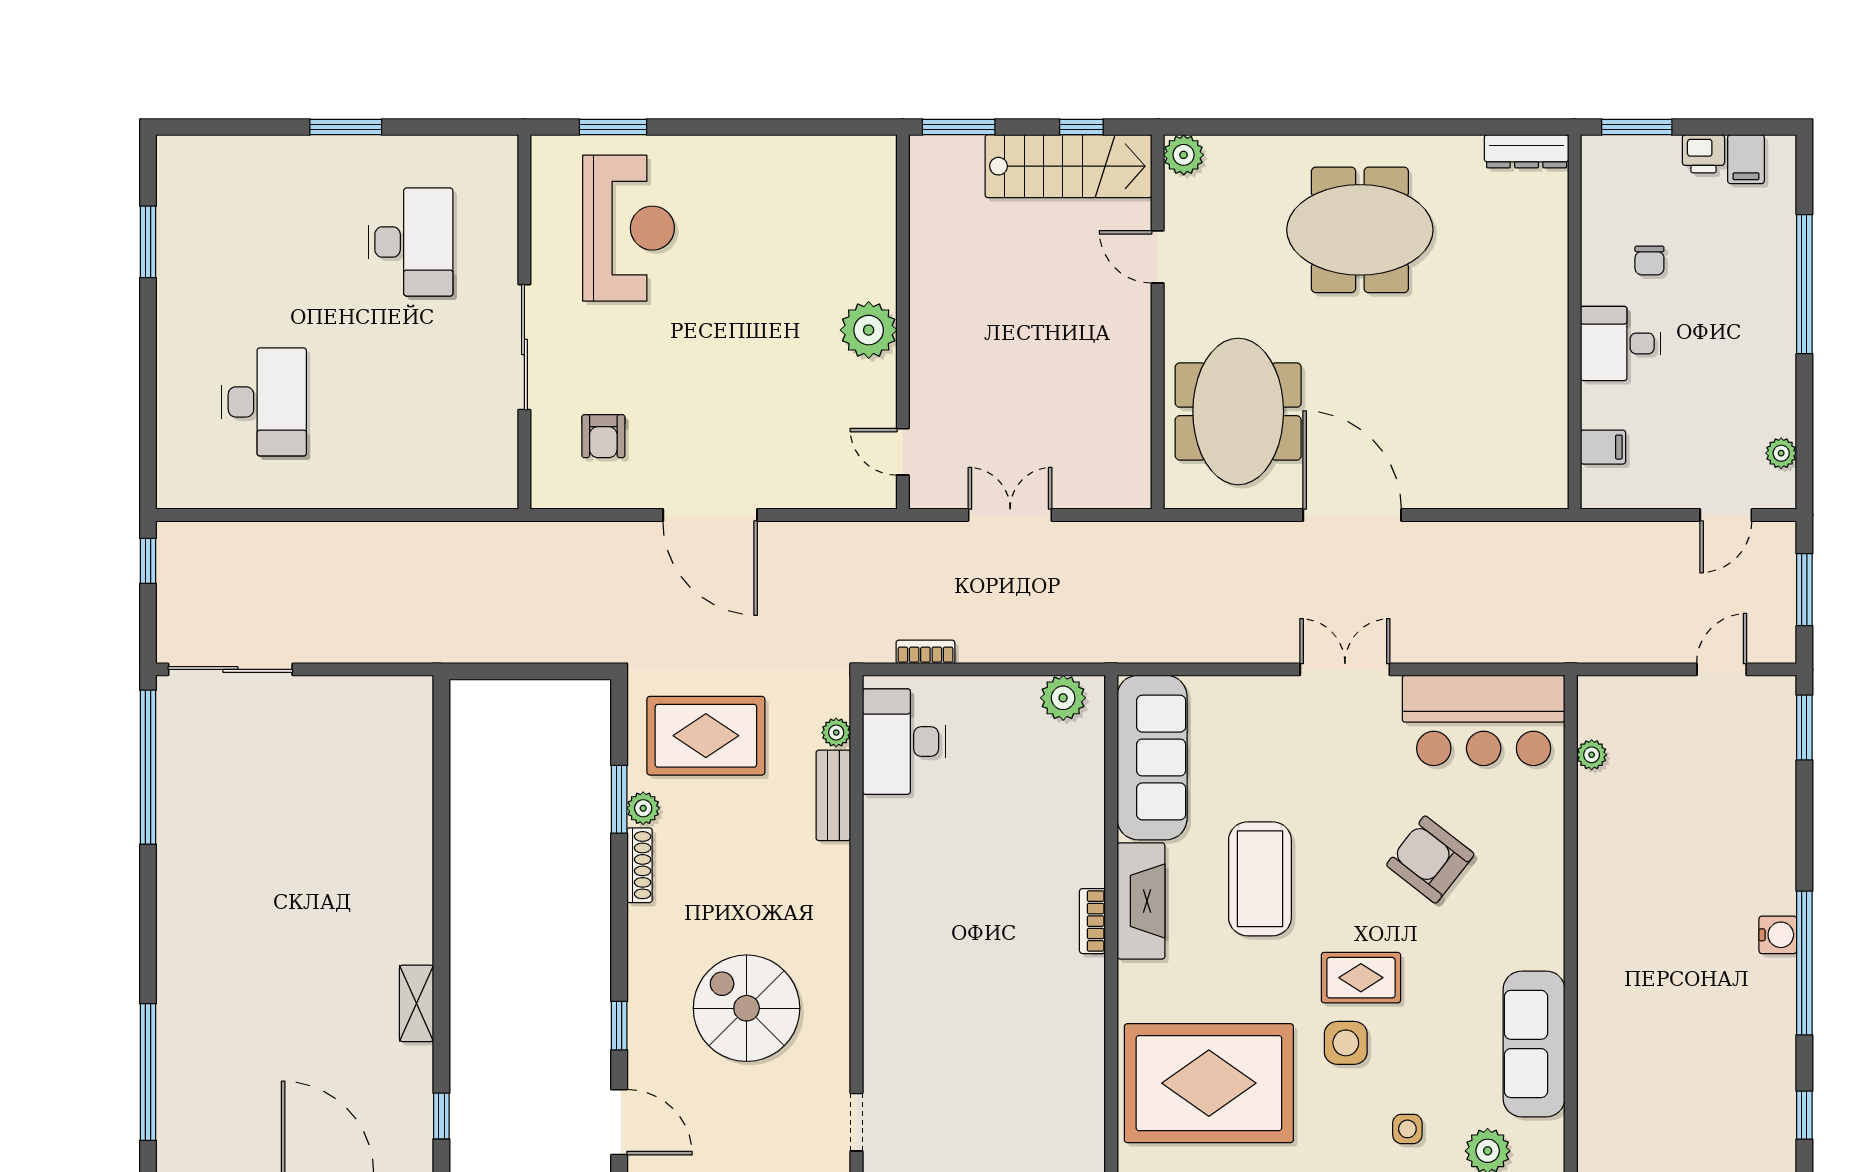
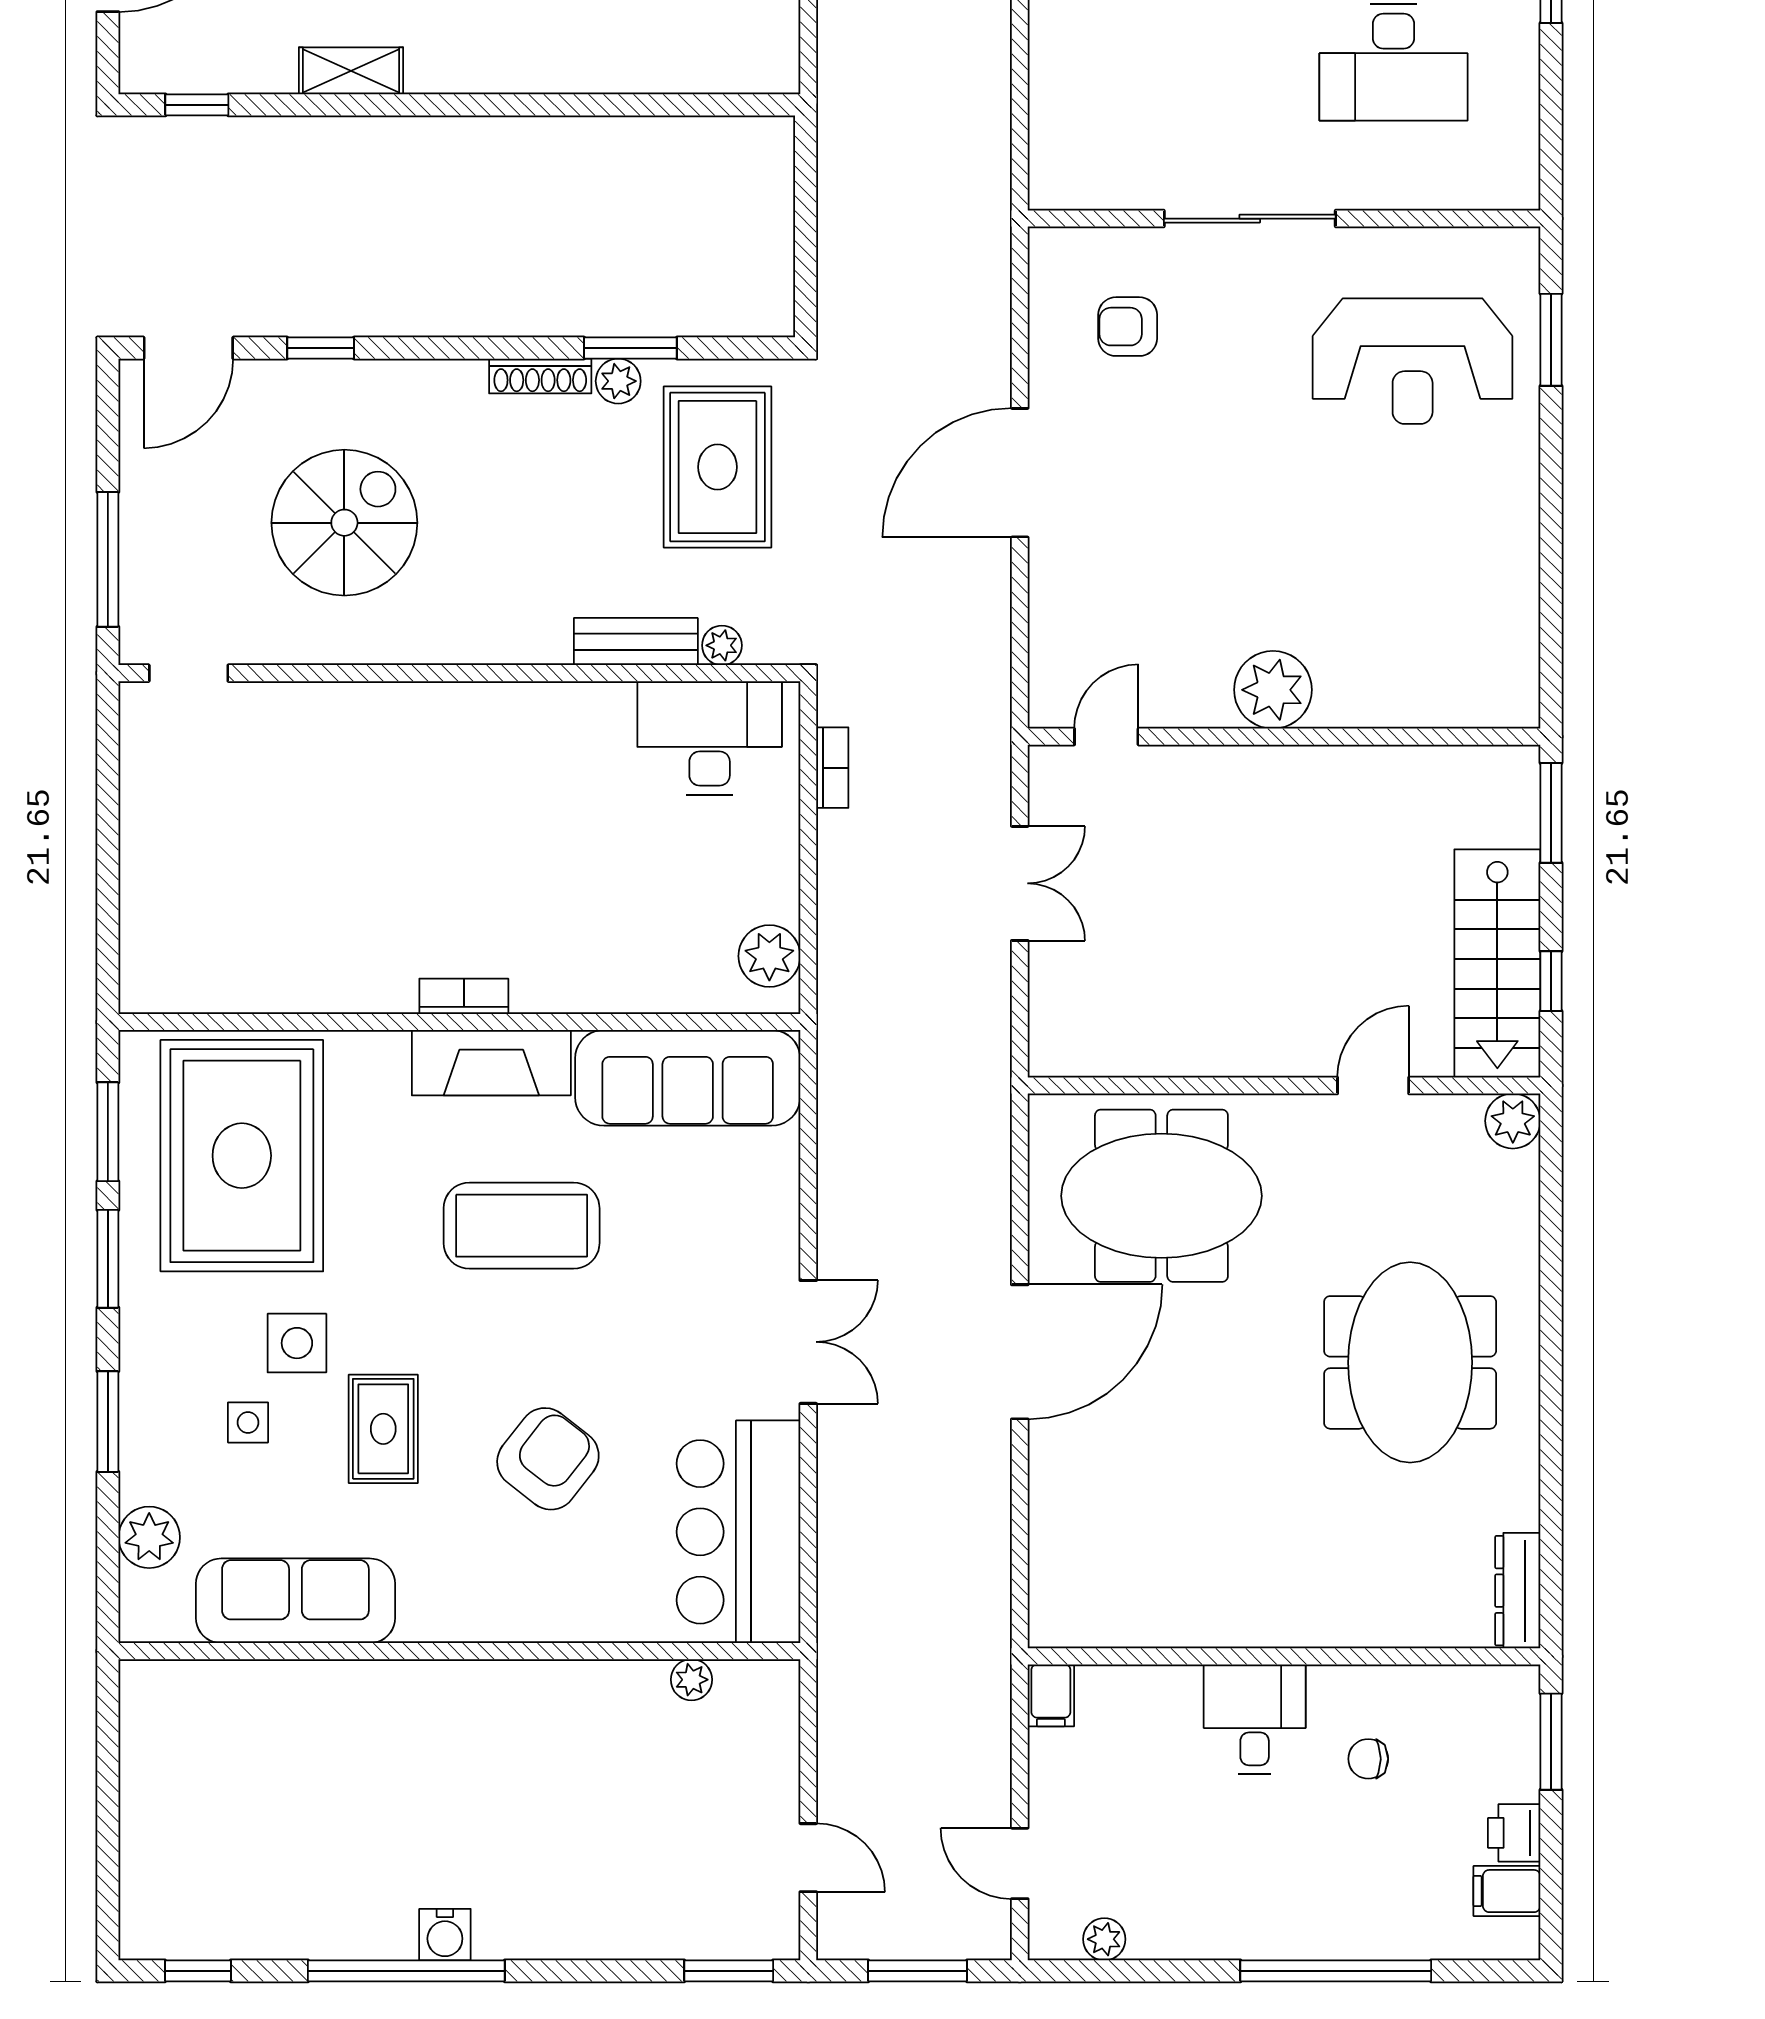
filing cabinet: (1603, 447) -> (1051, 1695), moved
rug: (1361, 978) -> (383, 1429), moved
side table: (1407, 1129) -> (248, 1422), moved

